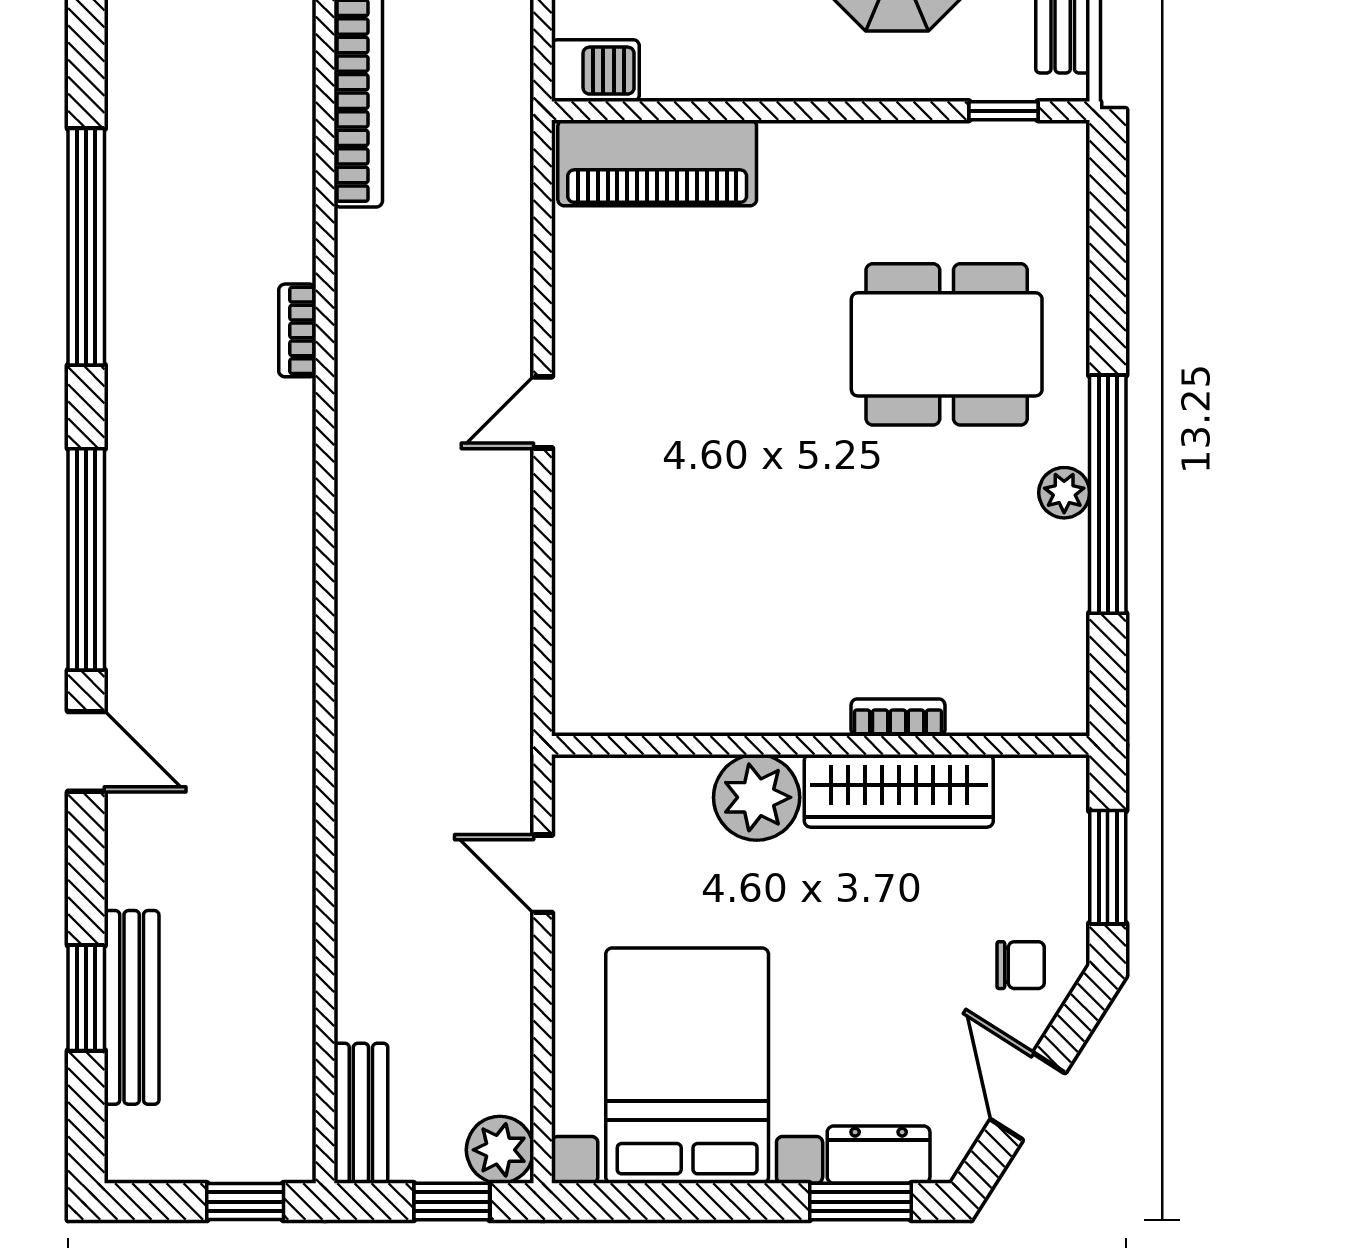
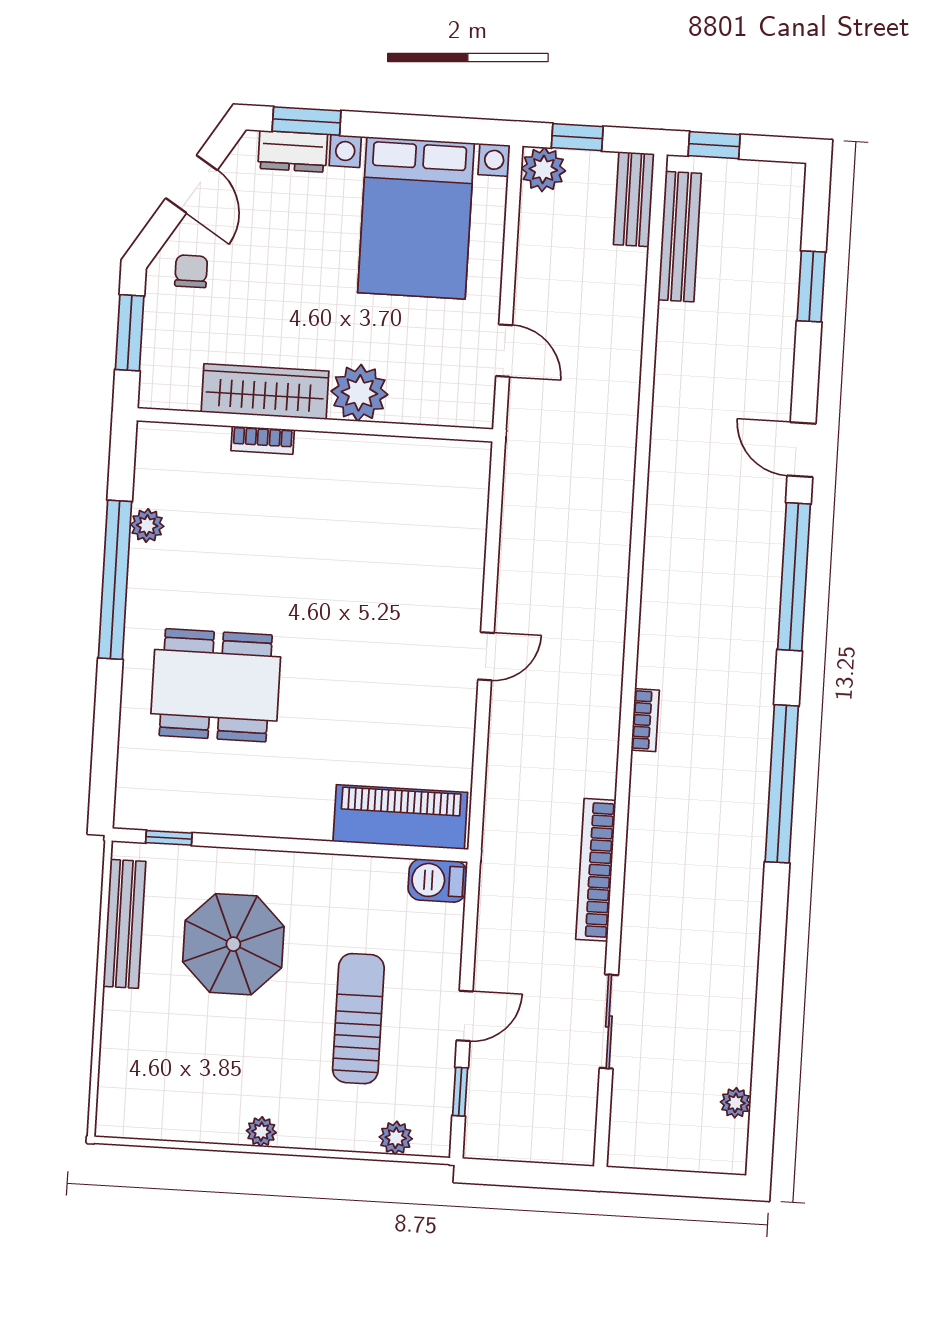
plant: (1064, 493) -> (147, 525), moved
chair: (1021, 965) -> (191, 271), turned 90
bench: (132, 1007) -> (680, 237), moved

